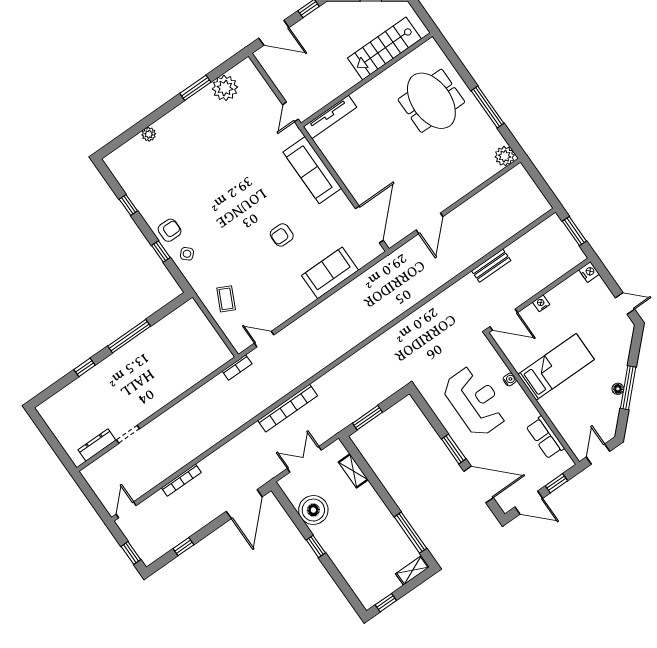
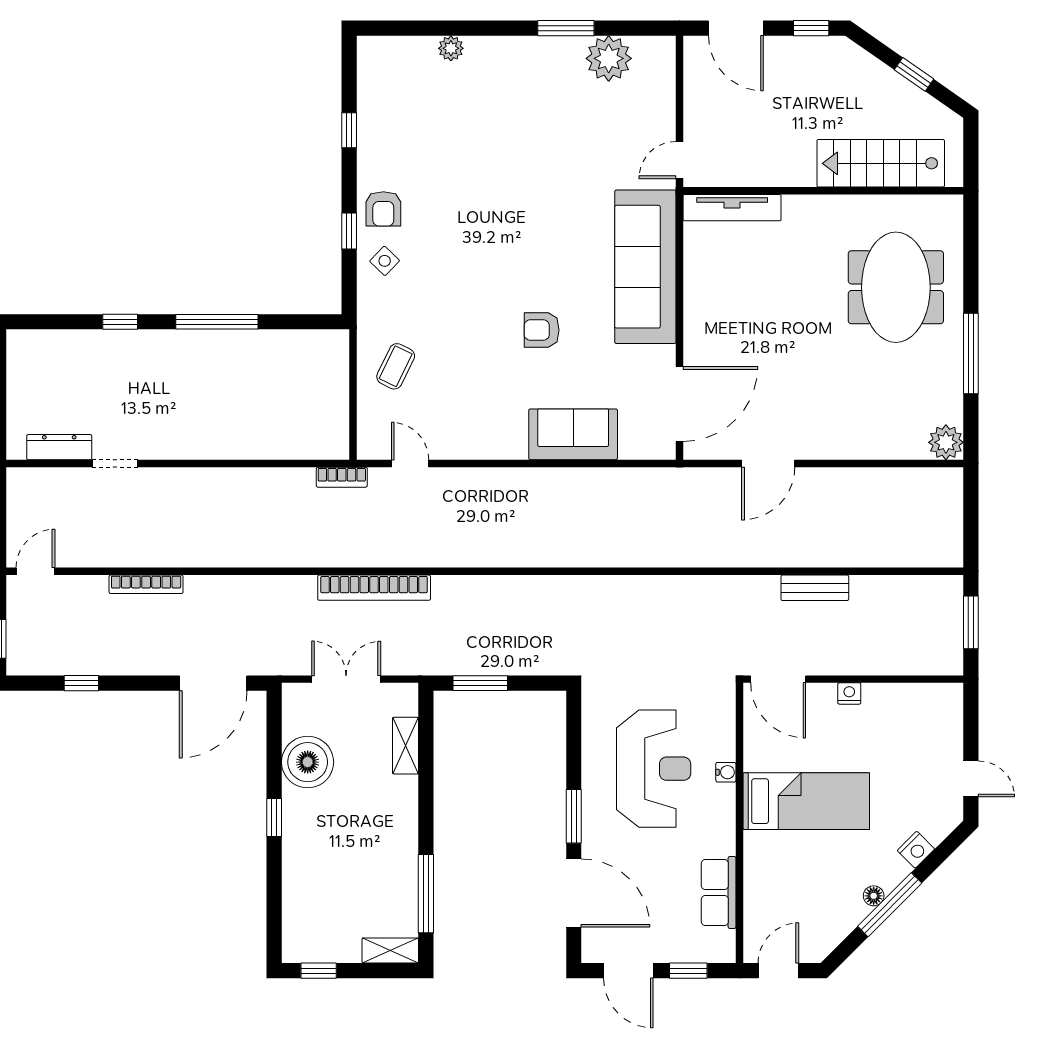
sofa: (312, 170) -> (645, 267), width x1.36, depth x1.27
armchair: (170, 230) -> (383, 209), turned 90
nightstand: (589, 272) -> (916, 850), moved, turned 45

